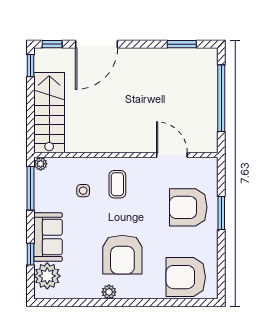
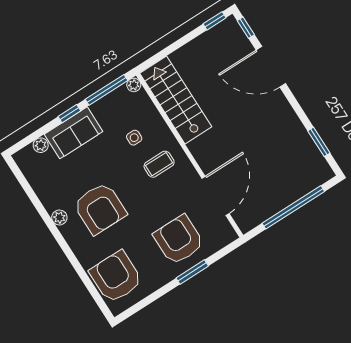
stairs: (49, 113) -> (176, 100), moved, turned -90
door: (172, 155) -> (216, 196), width x1.36
window: (31, 254) -> (69, 114), moved
armchair: (122, 255) -> (100, 208), turned -90
plant: (47, 276) -> (41, 145), width x0.53, depth x0.53

